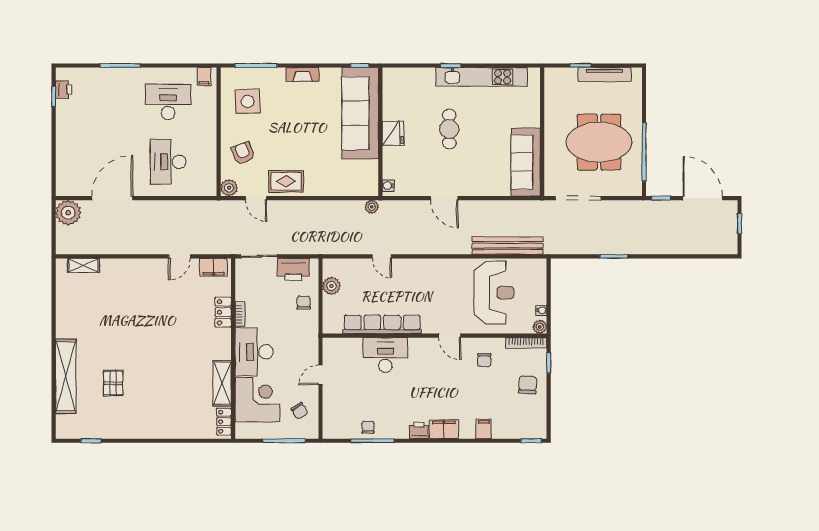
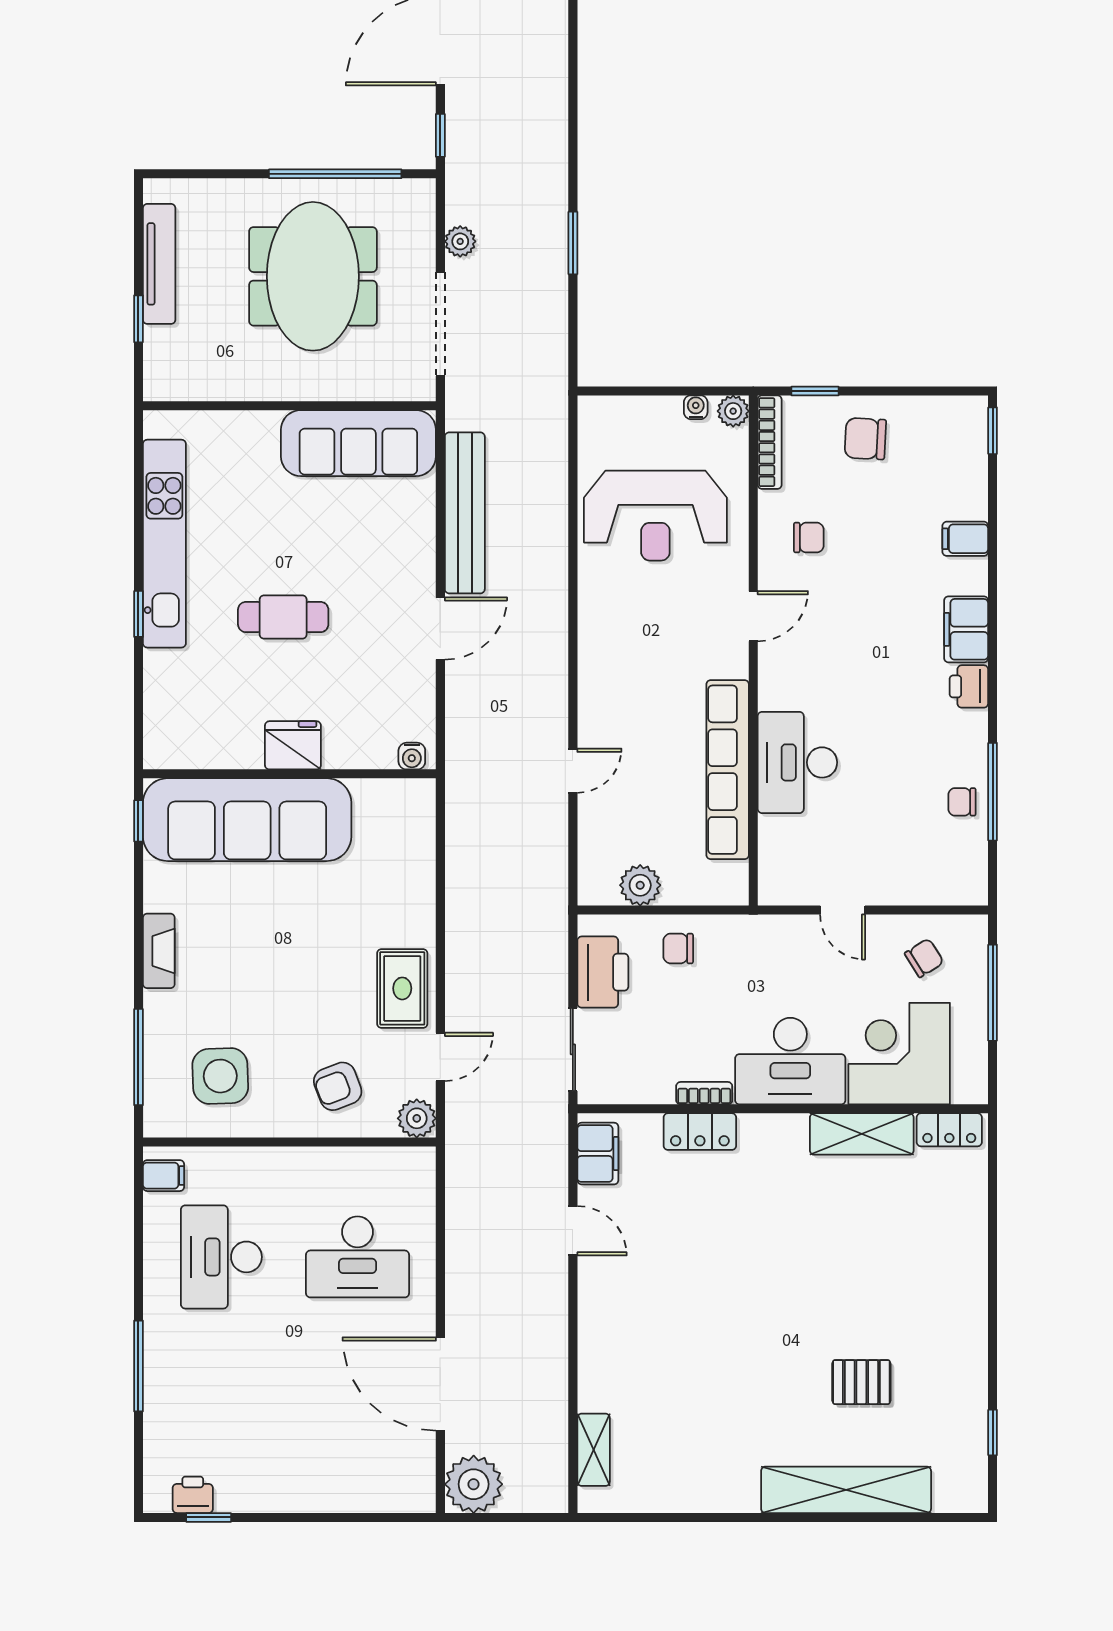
plant: (372, 207) -> (460, 241), moved
bench: (508, 246) -> (465, 513), moved
reception desk: (494, 293) -> (655, 516), turned 180

